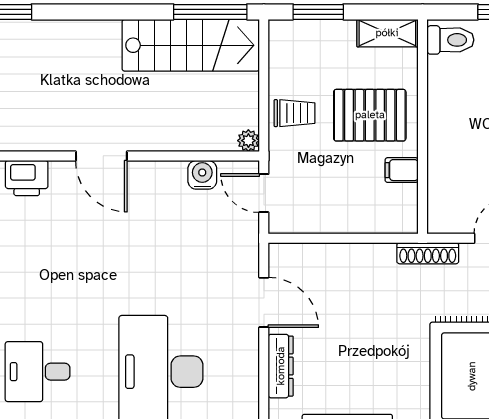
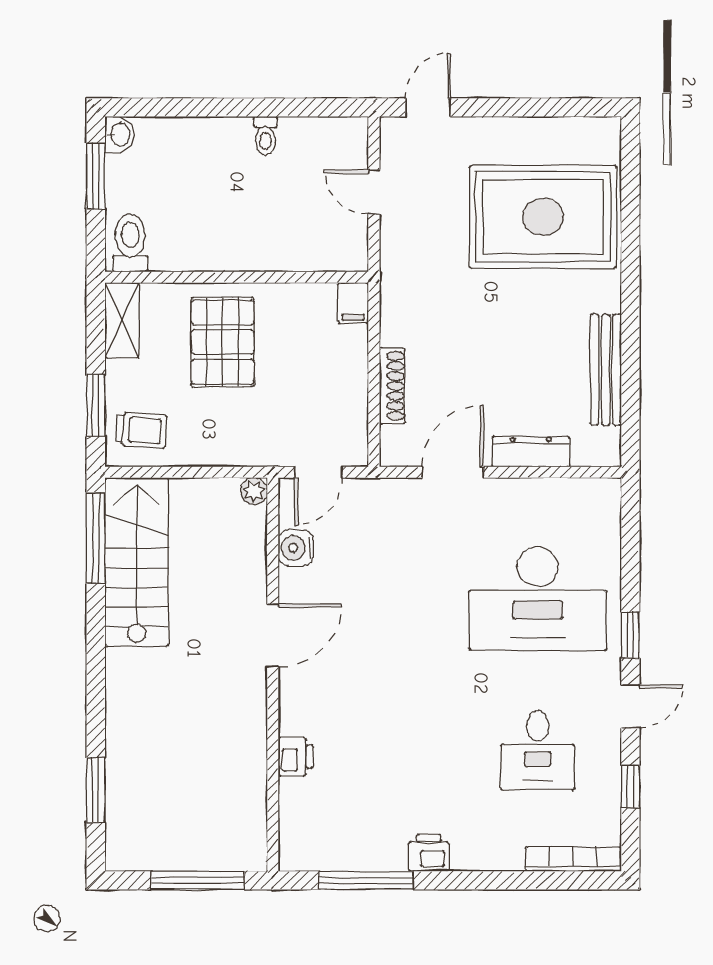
trolley: (294, 113) -> (141, 430), moved, turned 94
door: (101, 156) -> (273, 635), moved
filing cabinet: (402, 170) -> (353, 303), moved
printer: (27, 178) -> (296, 757), width x0.73, depth x0.81
shoe rack: (428, 253) -> (392, 386), moved

